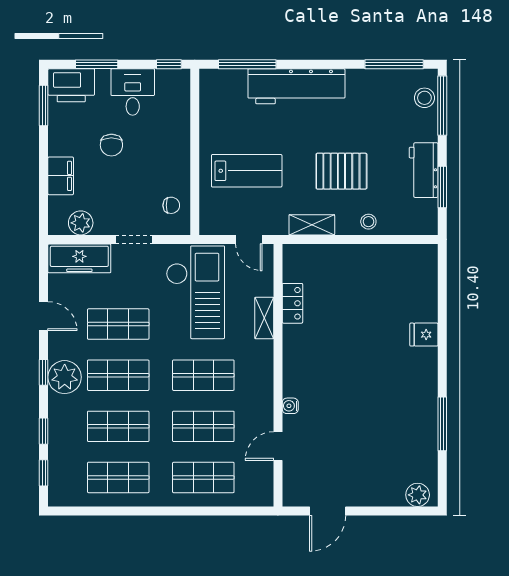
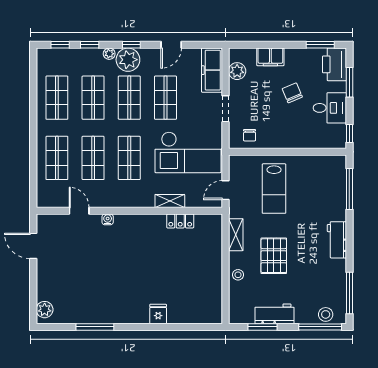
workbench: (296, 86) -> (337, 240), width x0.53, depth x0.76
chair: (111, 145) -> (292, 93), turned 67
plant: (56, 404) -> (109, 54), added

